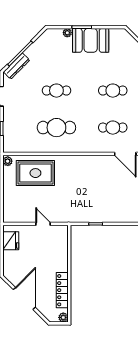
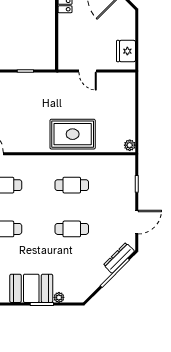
cafe table: (56, 128) -> (72, 185), width x0.73, depth x0.74
rug: (35, 173) -> (73, 134), moved

